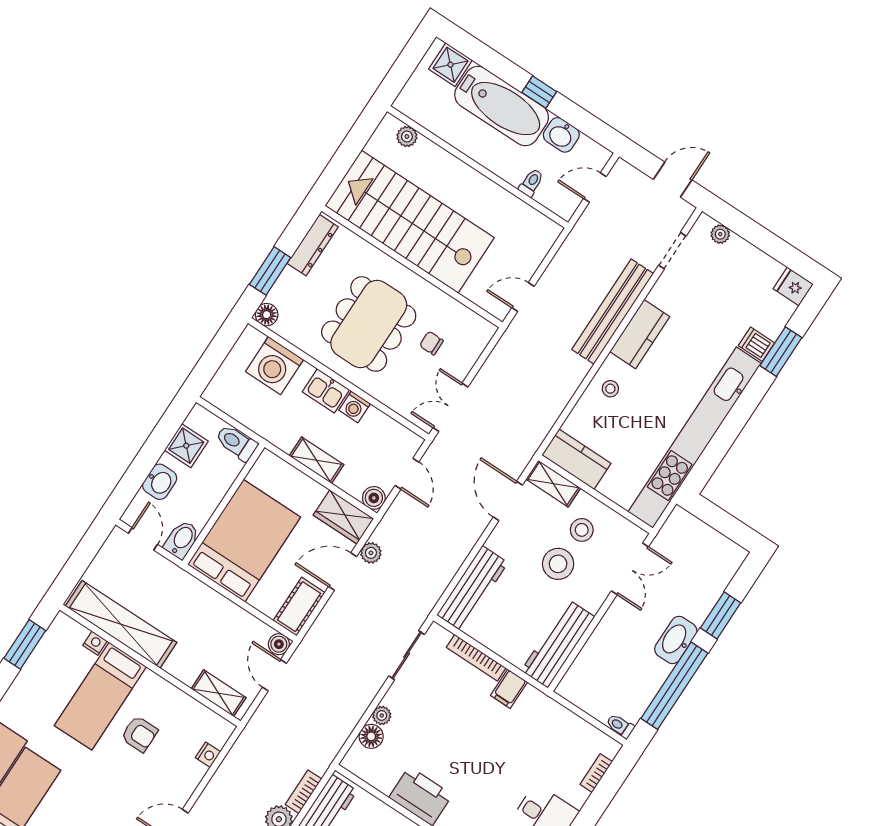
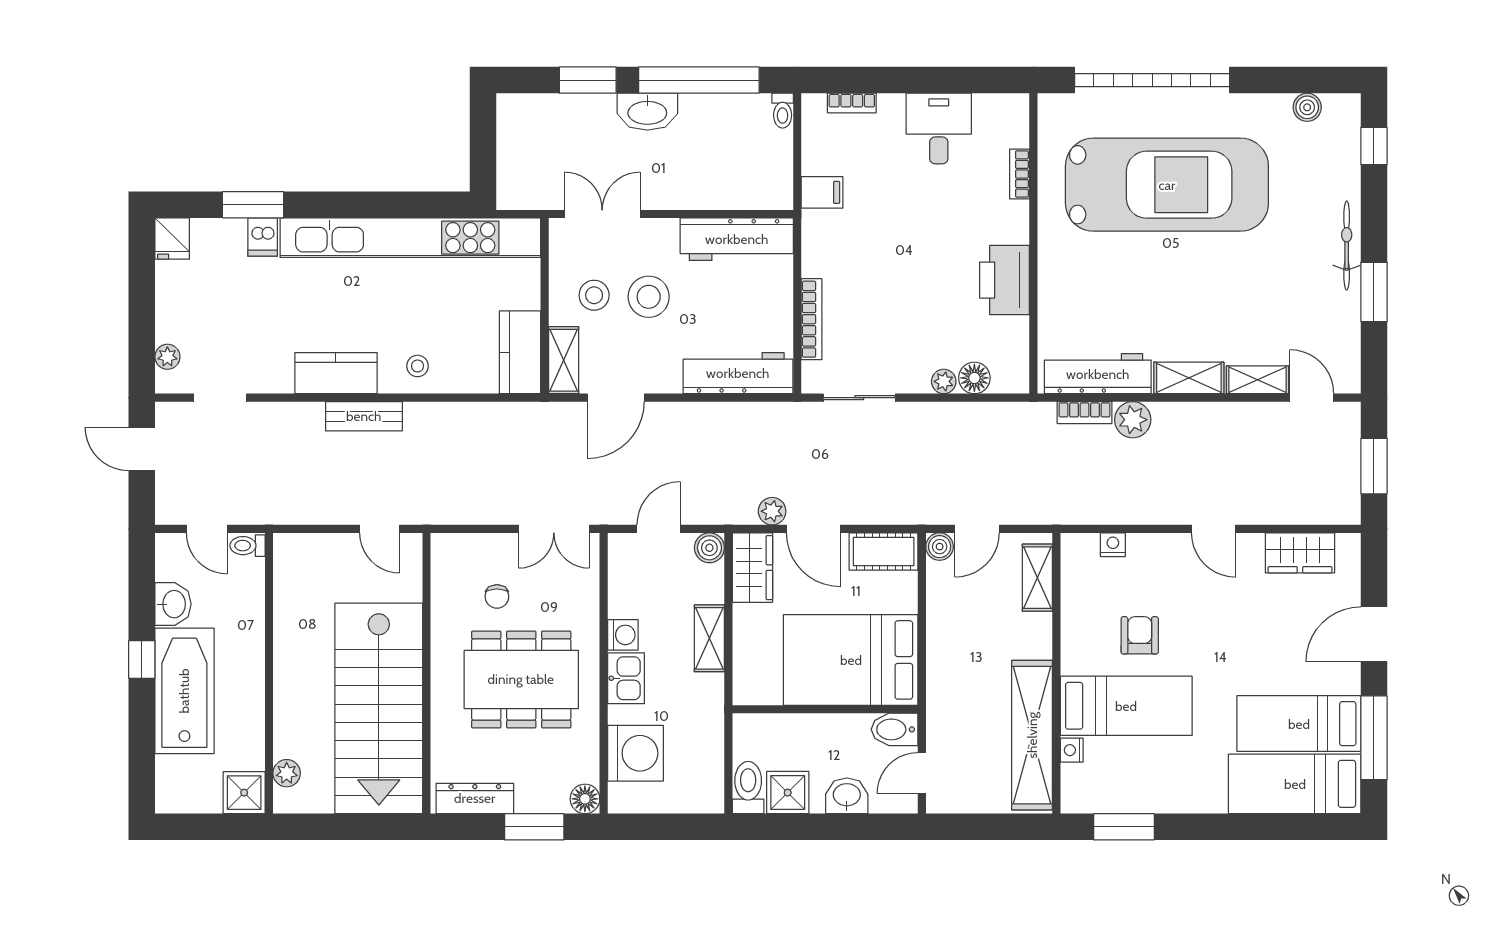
shower: (450, 65) -> (244, 793), moved
toilet: (531, 183) -> (248, 546), moved
bench: (613, 312) -> (364, 416), width x0.54, depth x0.82
toilet: (236, 443) -> (748, 788), moved, turned 180
filing cabinet: (509, 689) -> (822, 192), moved

